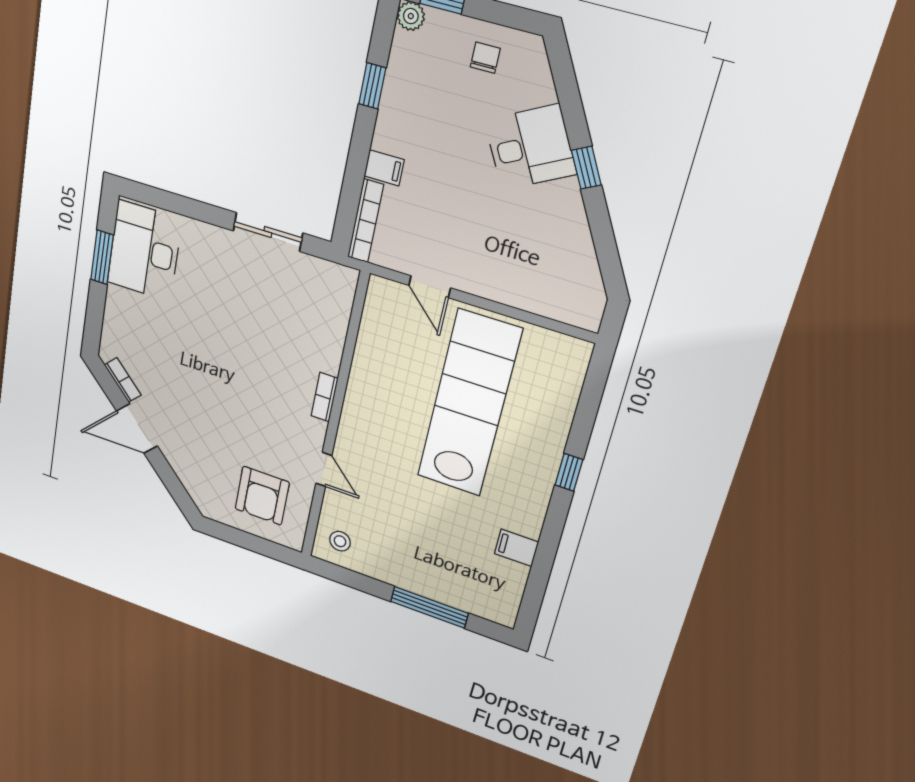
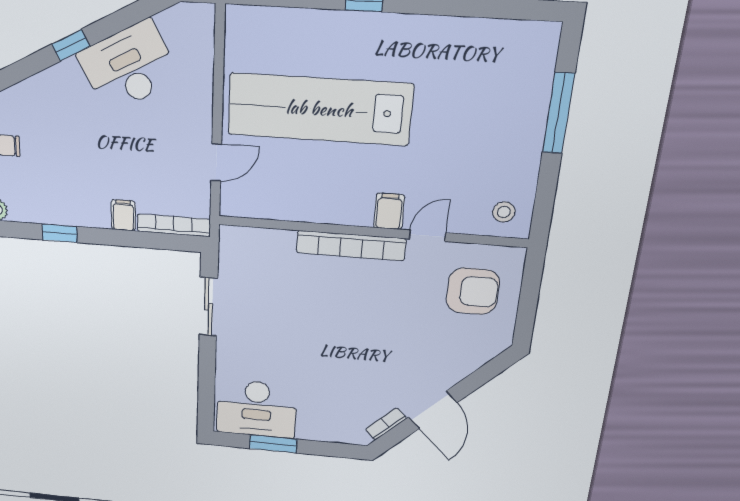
desk: (530, 147) -> (129, 67), moved, width x1.37
bookcase: (325, 397) -> (351, 246), width x2.31, depth x1.31
filing cabinet: (516, 548) -> (389, 211), moved, turned 180

